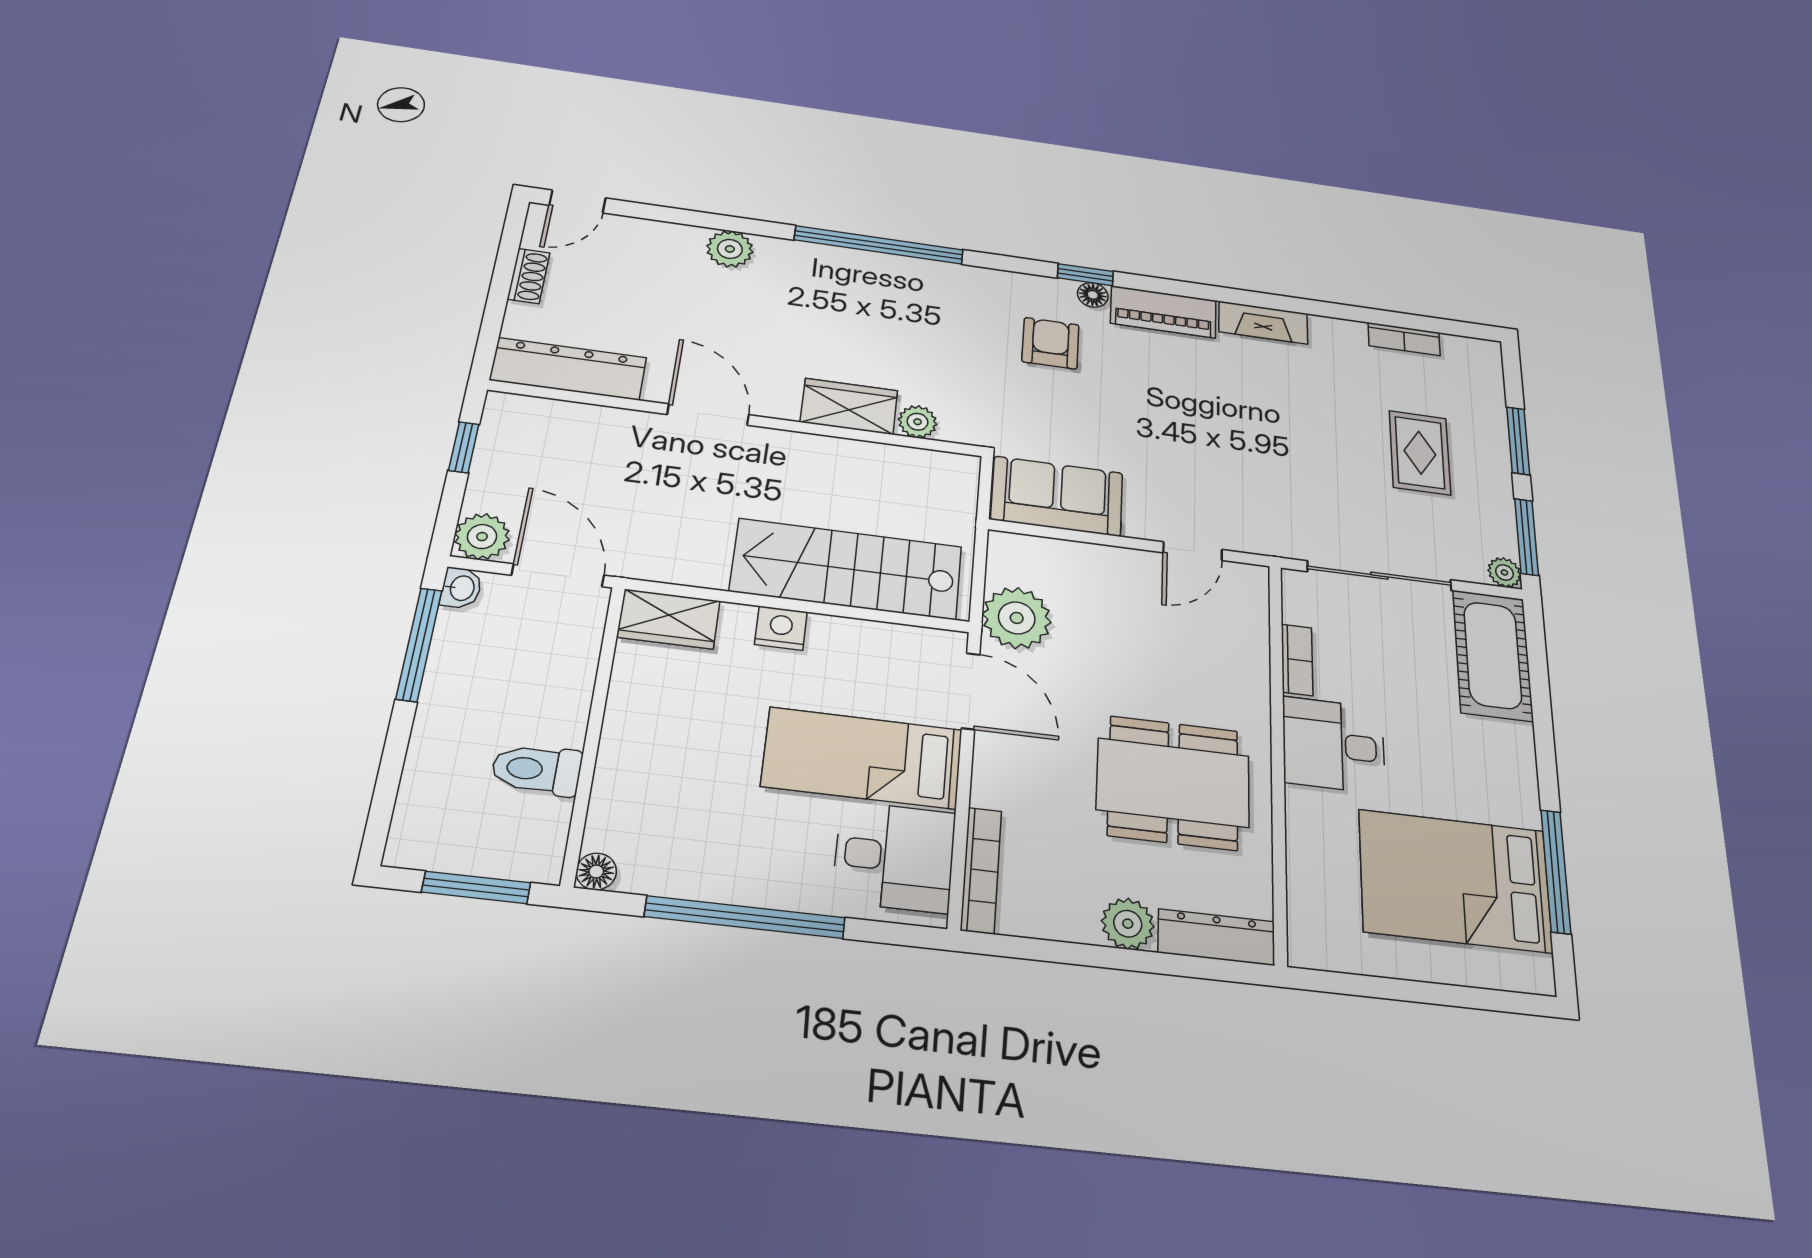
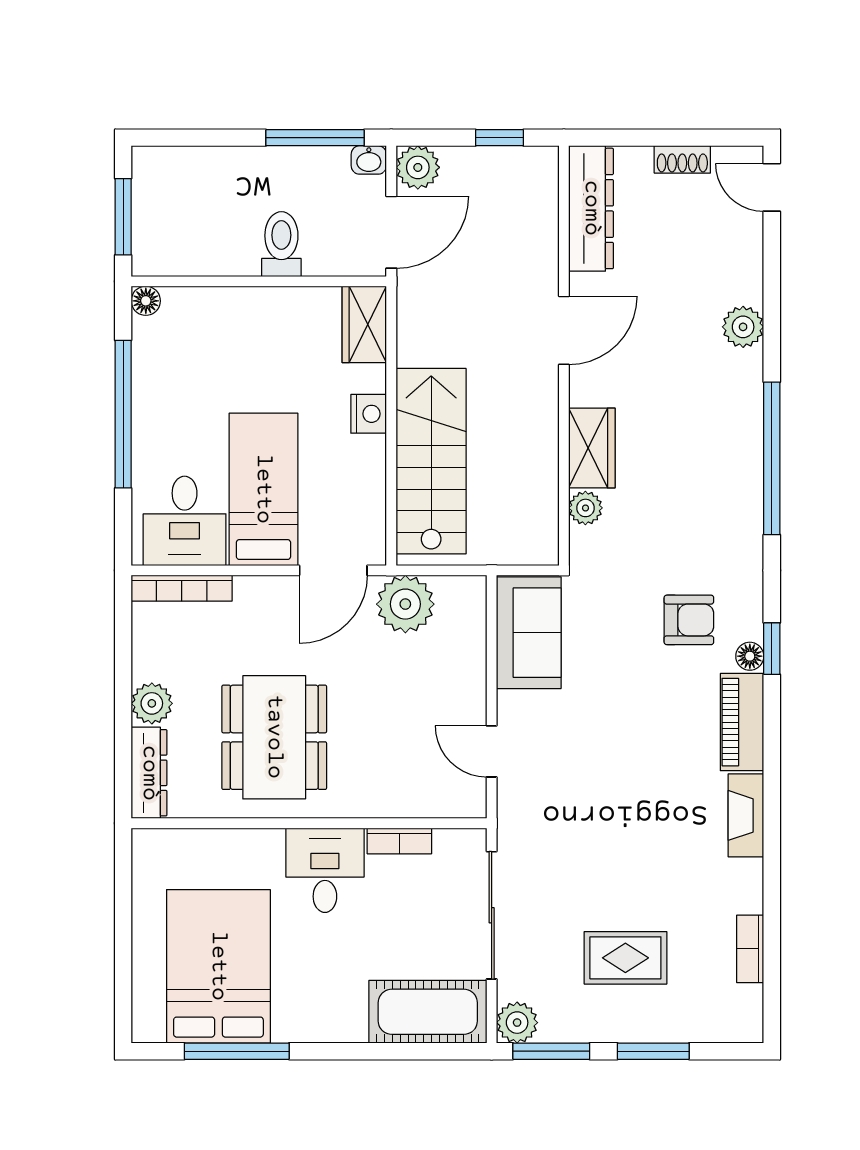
plant: (1504, 573) -> (517, 1023), width x1.38, depth x1.38
toilet: (537, 770) -> (281, 244), moved

